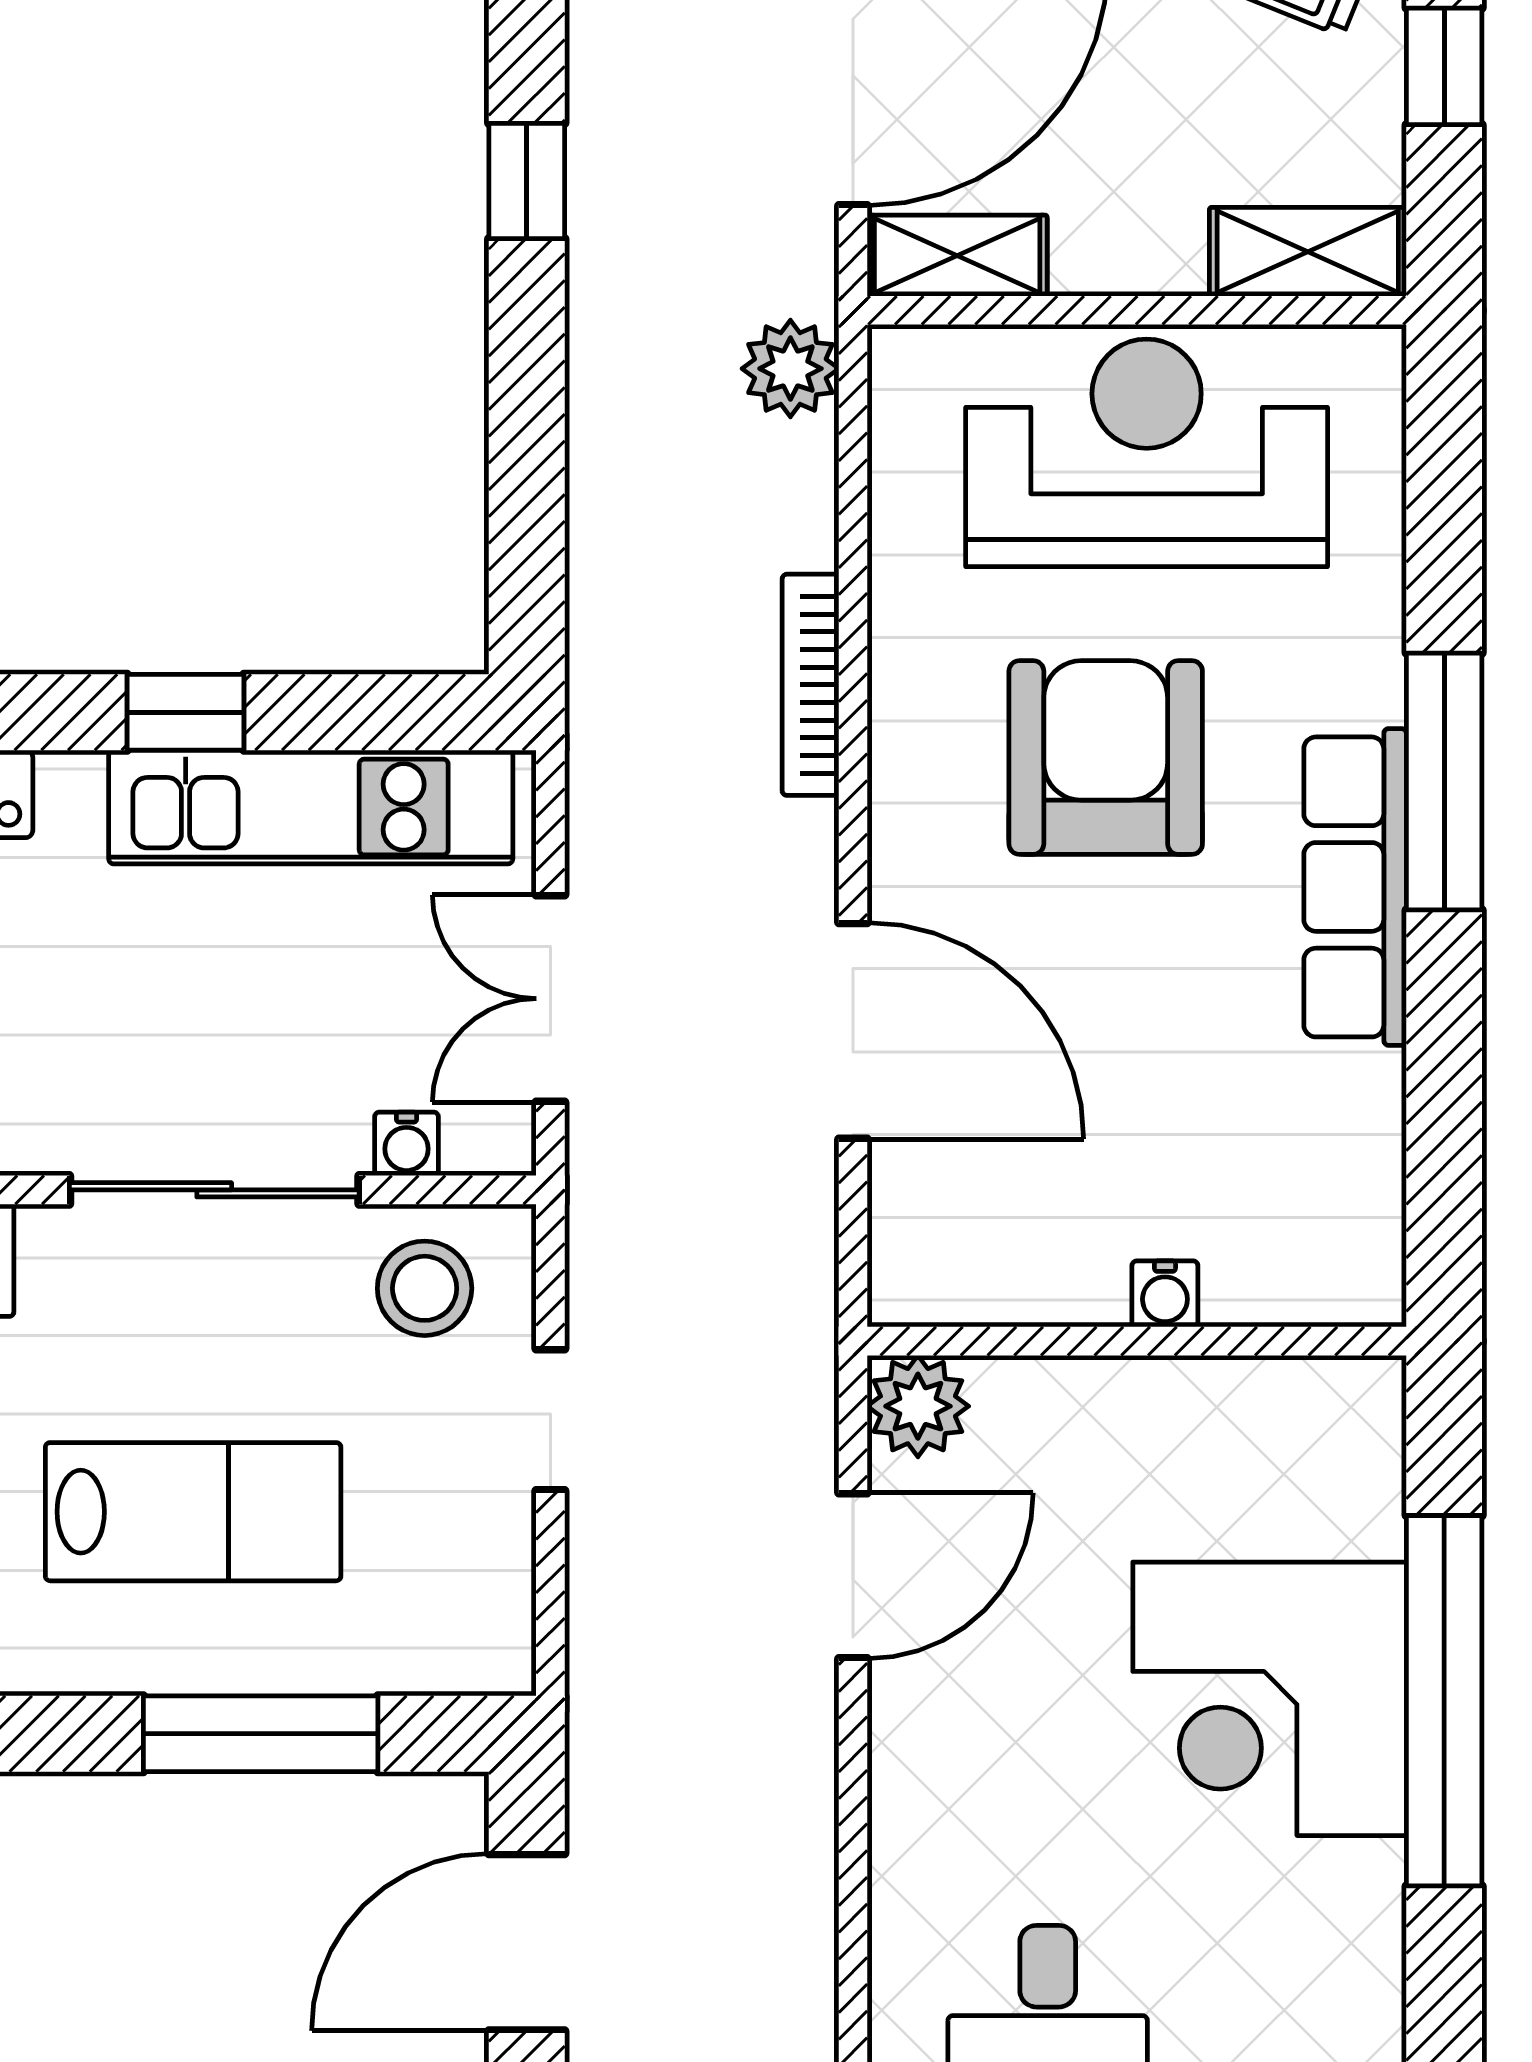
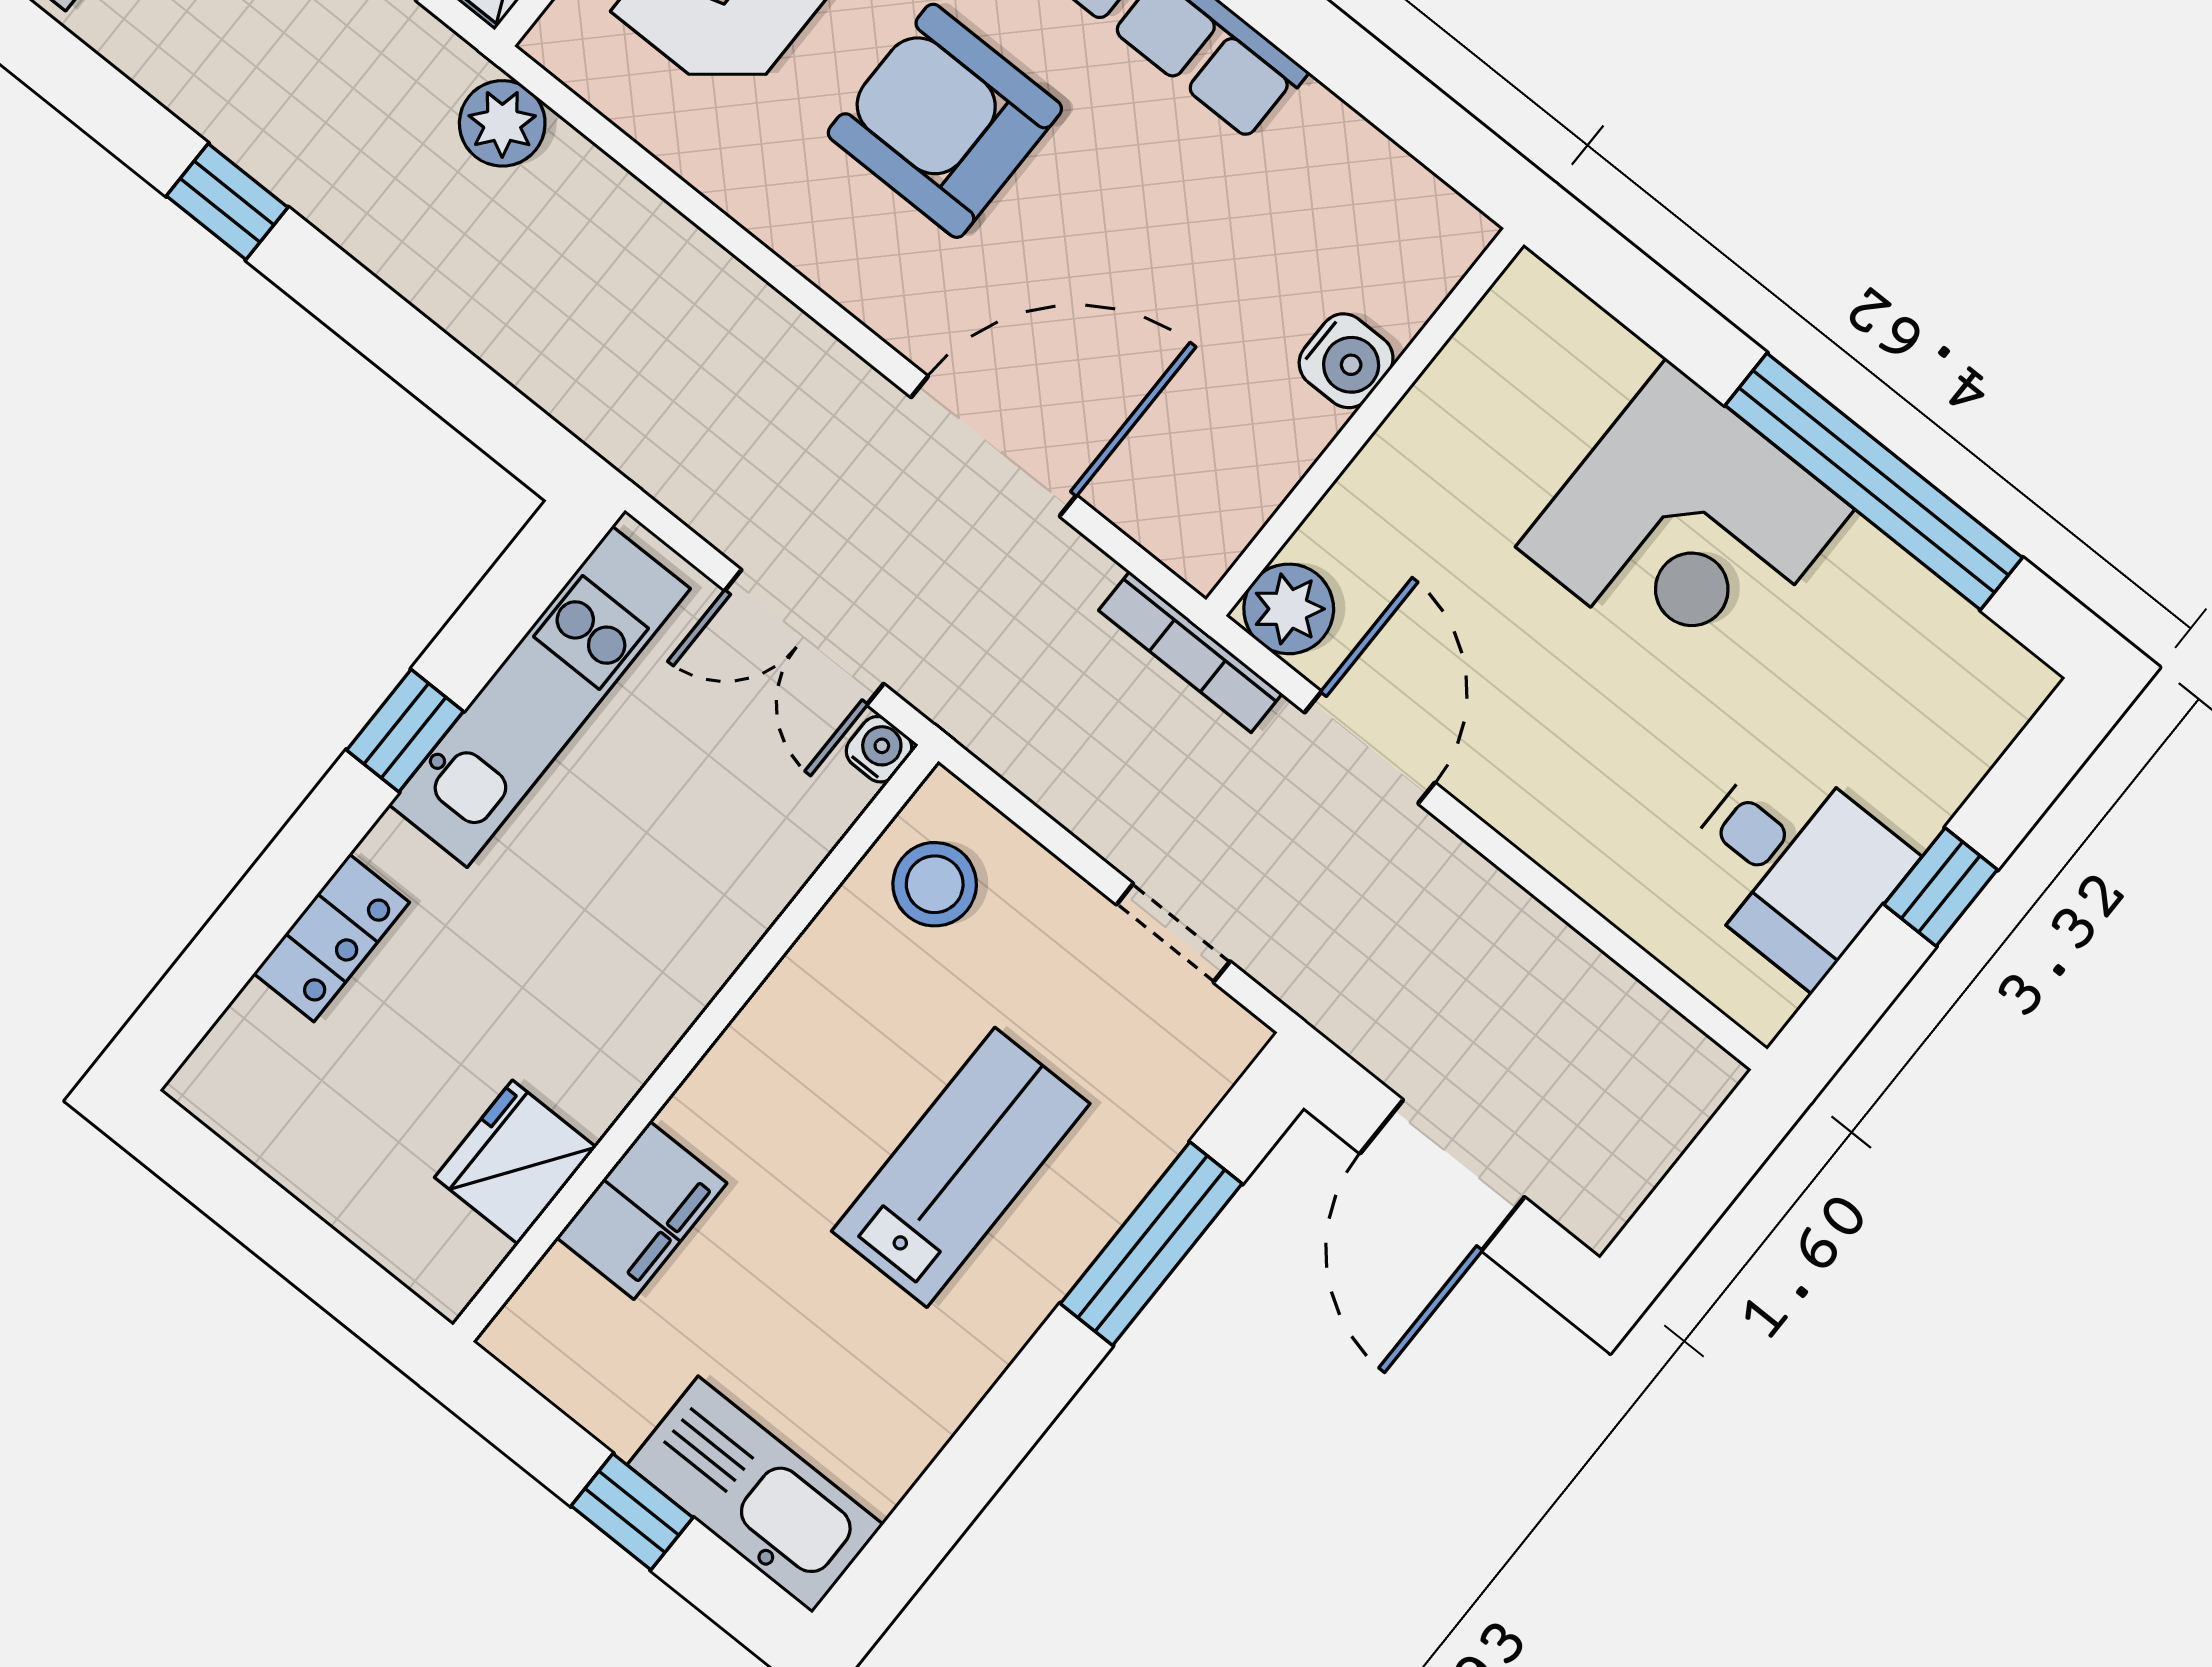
bookcase: (810, 685) -> (1190, 652), moved
water cooler: (407, 1144) -> (879, 749), moved, turned -90
sliding door: (214, 1190) -> (750, 975), removed
water cooler: (1165, 1294) -> (1346, 361), width x1.38, depth x1.38
doorway: (550, 1420) -> (1173, 933), moved
window: (1444, 1701) -> (1874, 481), moved

